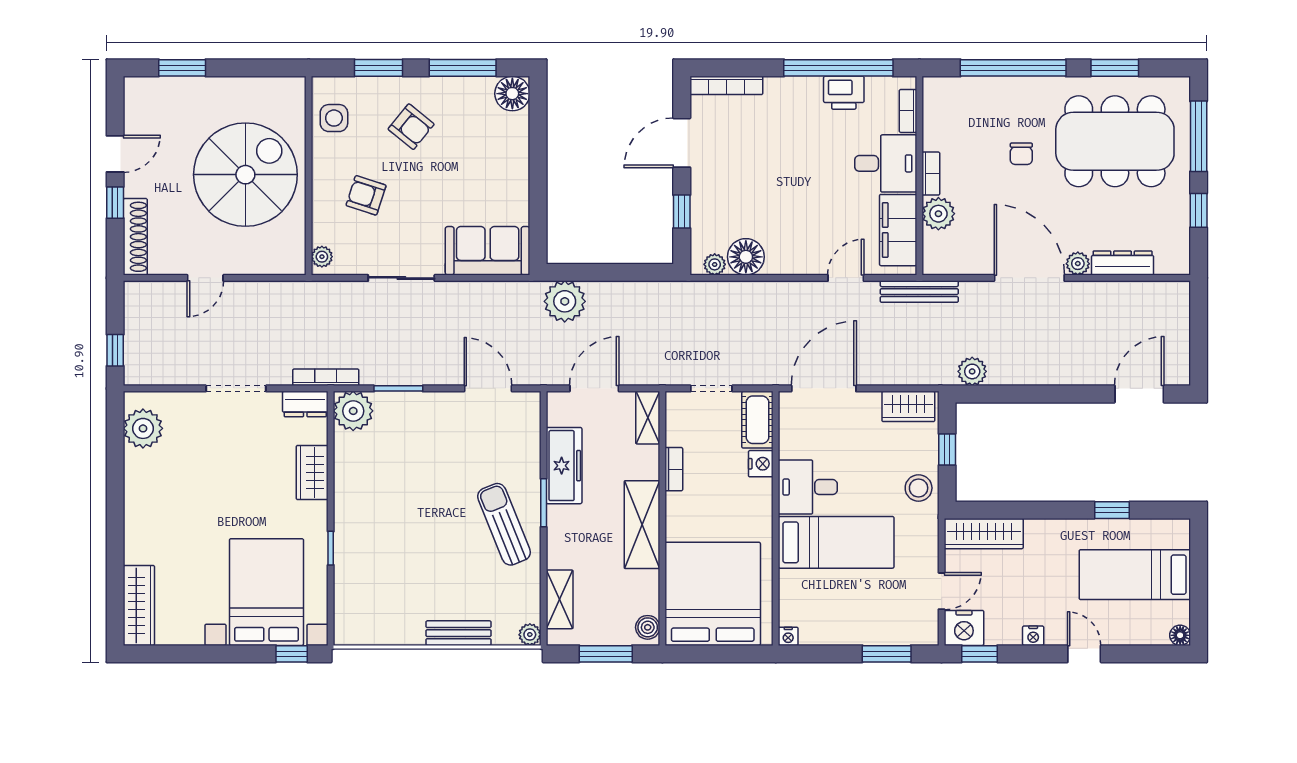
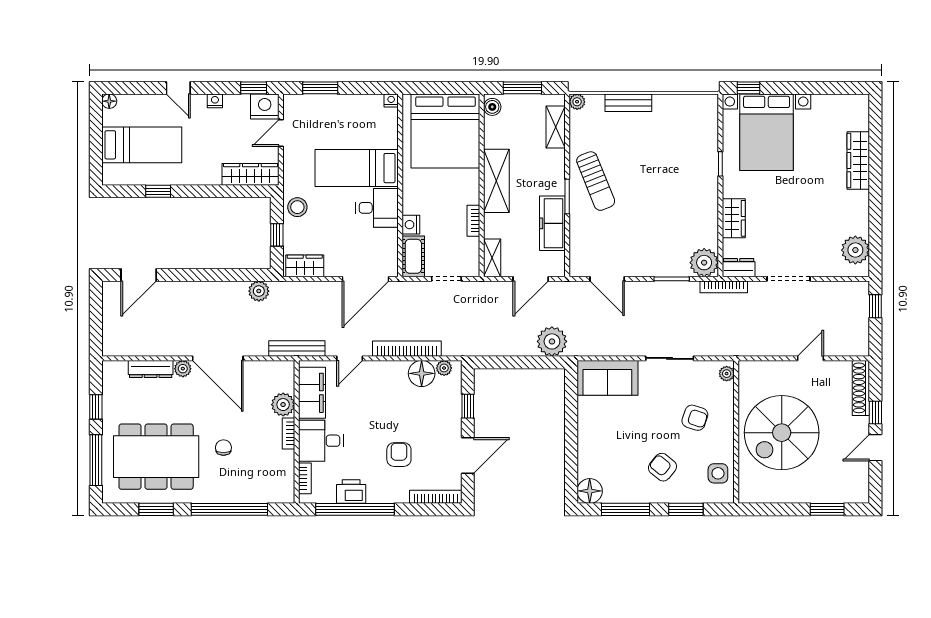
armchair: (777, 144) -> (399, 455), added
bookcase: (766, 291) -> (407, 349), added
wardrobe: (139, 605) -> (858, 161), moved

